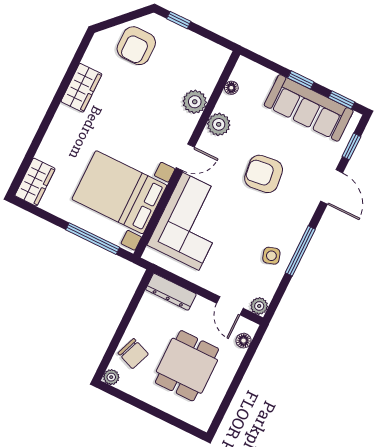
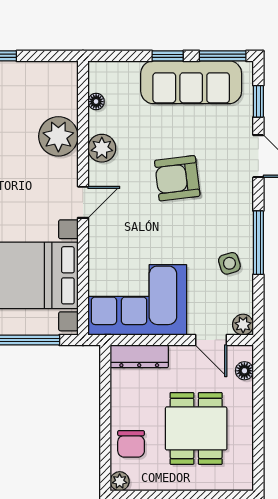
window: (342, 100) -> (223, 56), width x1.50
plant: (195, 102) -> (58, 136), width x1.36, depth x1.36
corner sofa: (191, 221) -> (137, 300), moved, turned -90
chair: (133, 354) -> (131, 444), turned 69

